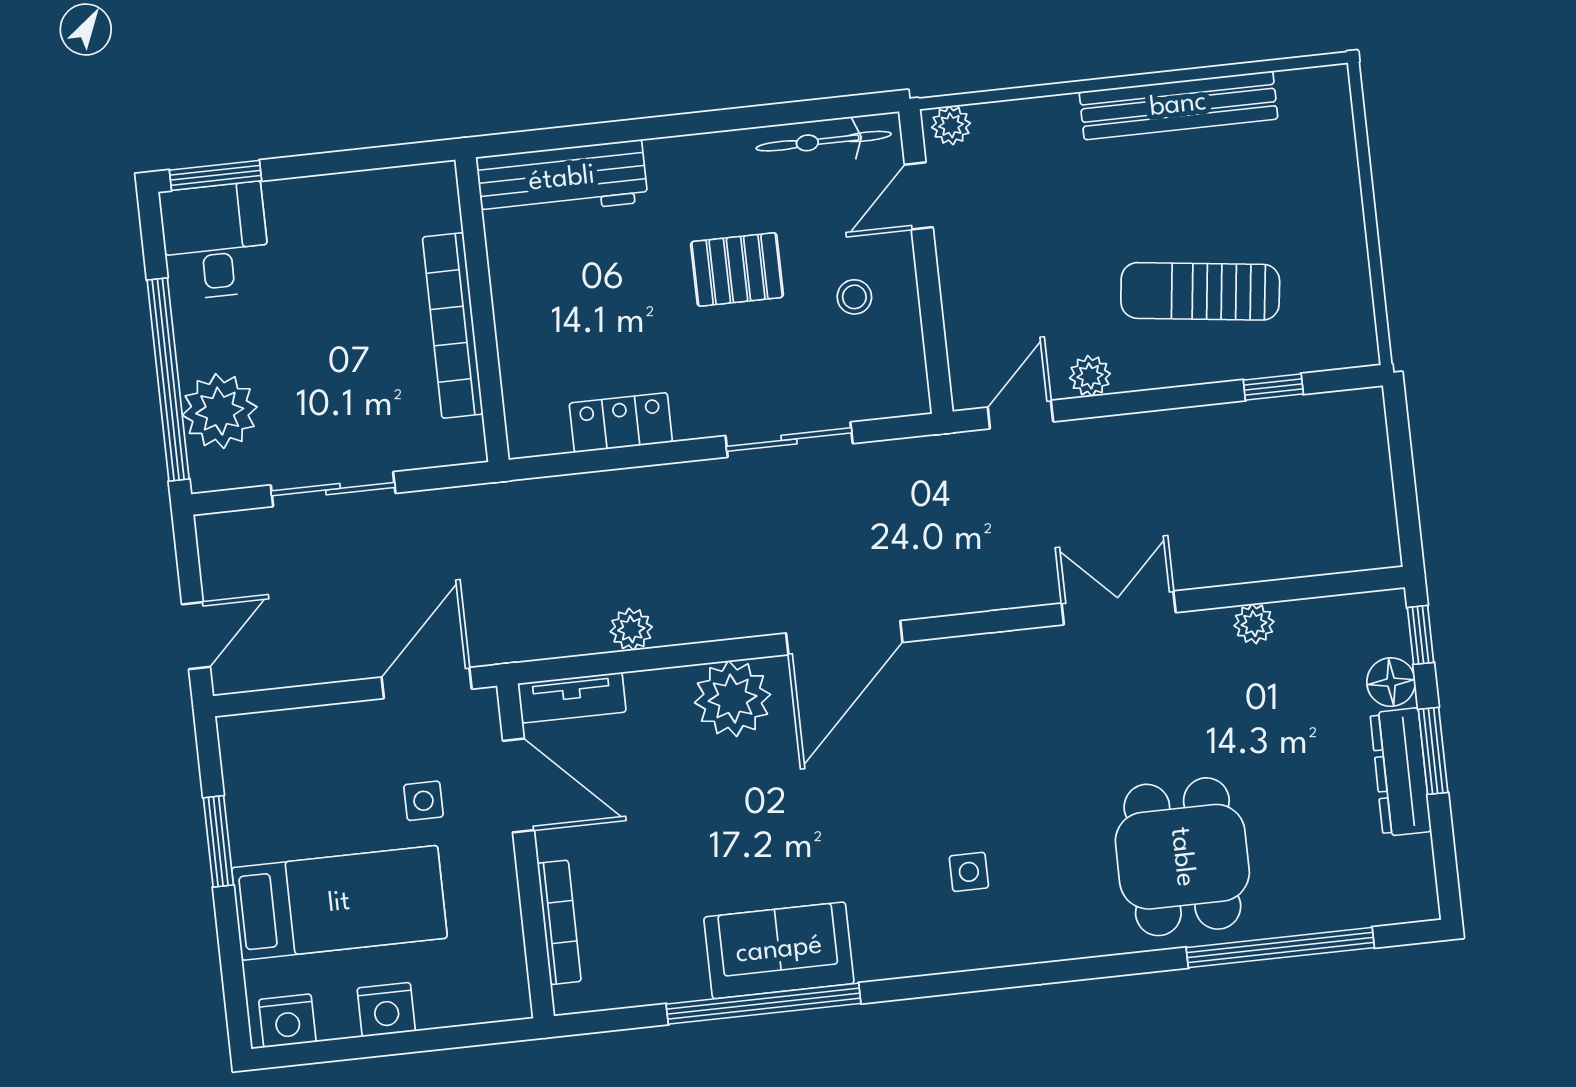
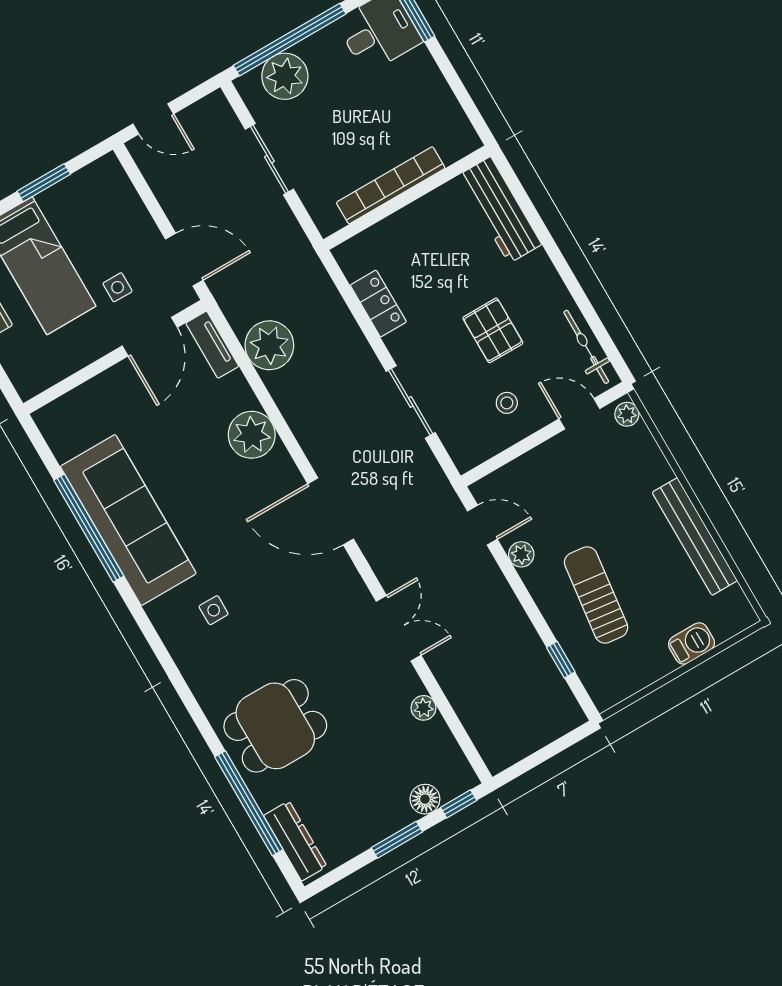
barbecue: (1336, 181) -> (692, 644), added
plant: (631, 629) -> (269, 345), width x1.87, depth x1.87
door: (844, 638) -> (331, 511), moved
dresser: (1401, 772) -> (295, 841), moved, turned 90
bookcase: (559, 922) -> (83, 394), removed
sofa: (779, 950) -> (128, 520), width x1.85, depth x1.27

